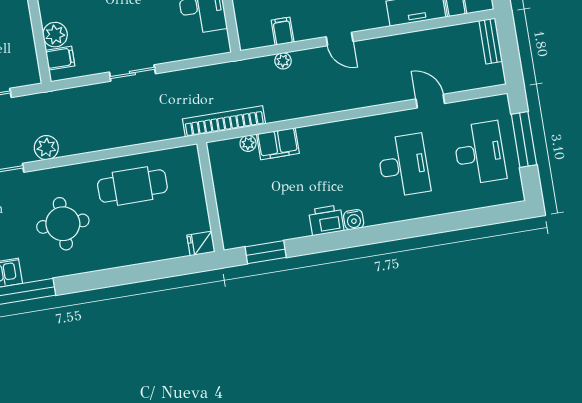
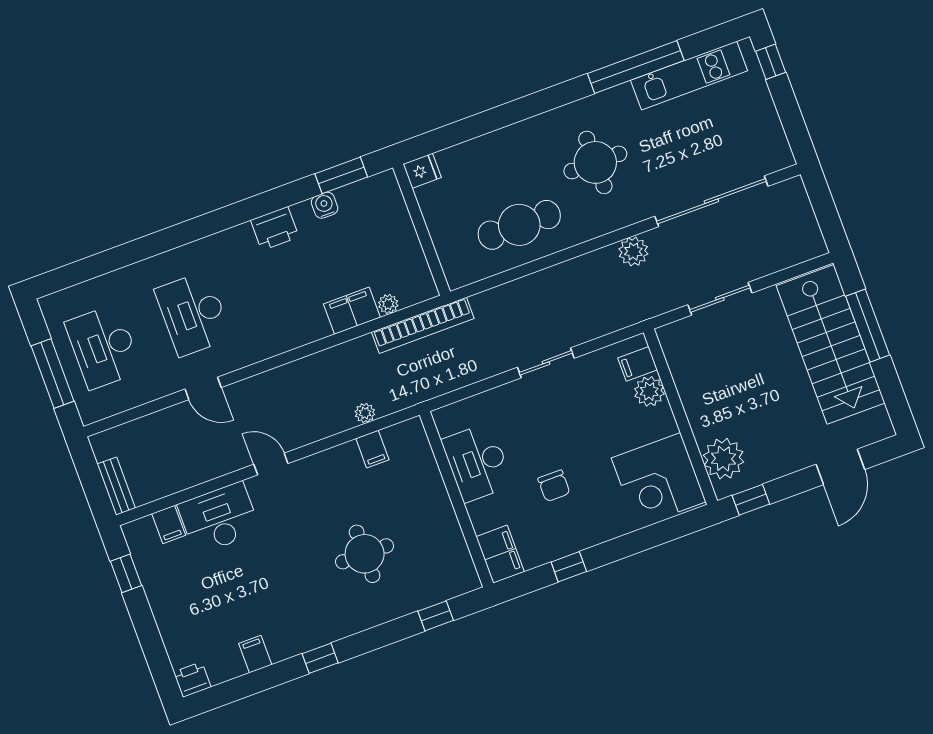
door: (340, 39) -> (271, 464), moved
door: (430, 101) -> (203, 388), moved
water cooler: (354, 220) -> (325, 205), moved

